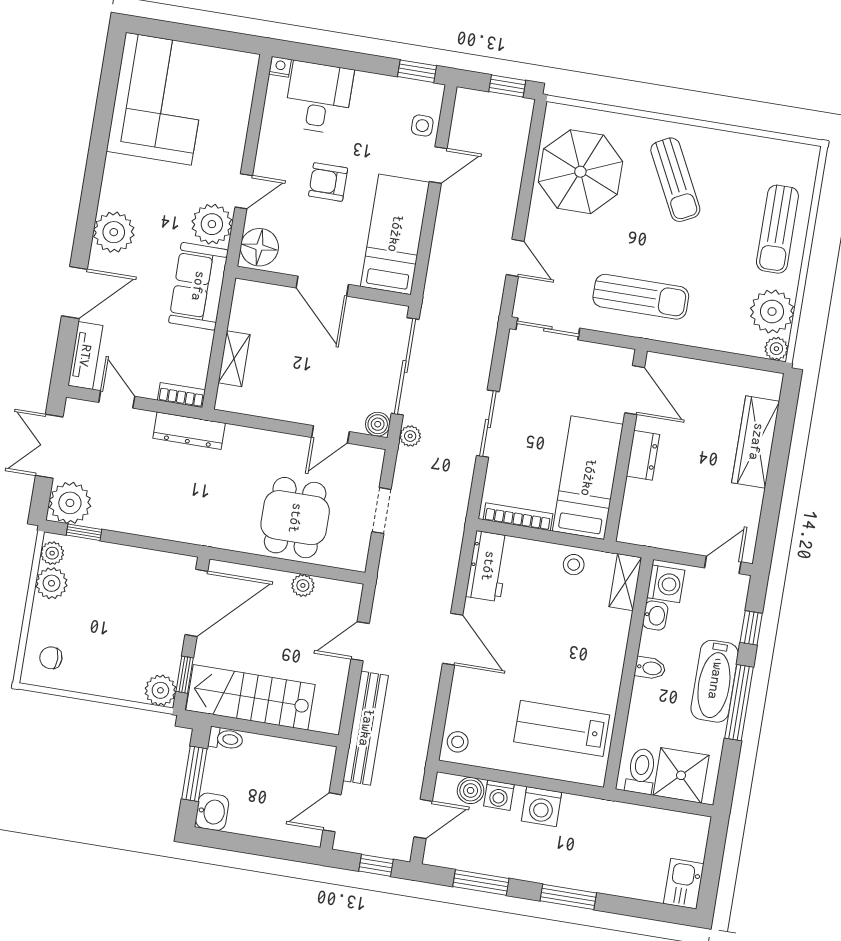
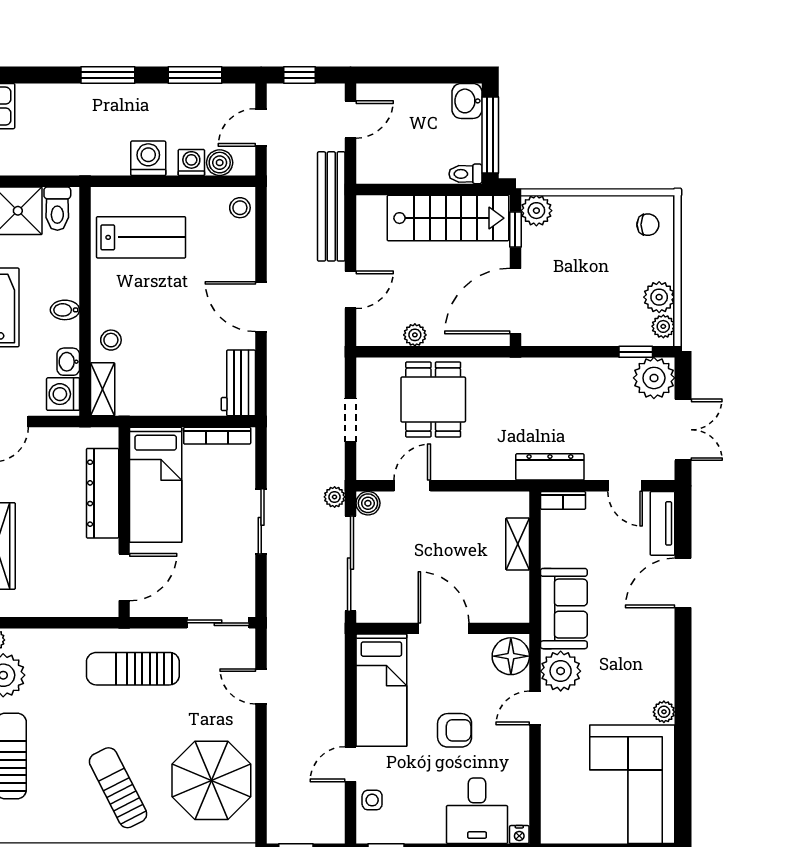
plant: (114, 232) -> (664, 712), moved, width x0.53, depth x0.53
door: (635, 390) -> (124, 577), swing flipped
dresser: (643, 455) -> (103, 493), width x1.96, depth x1.24
stool: (574, 565) -> (111, 340), moved
window: (194, 774) -> (490, 135), width x1.44

